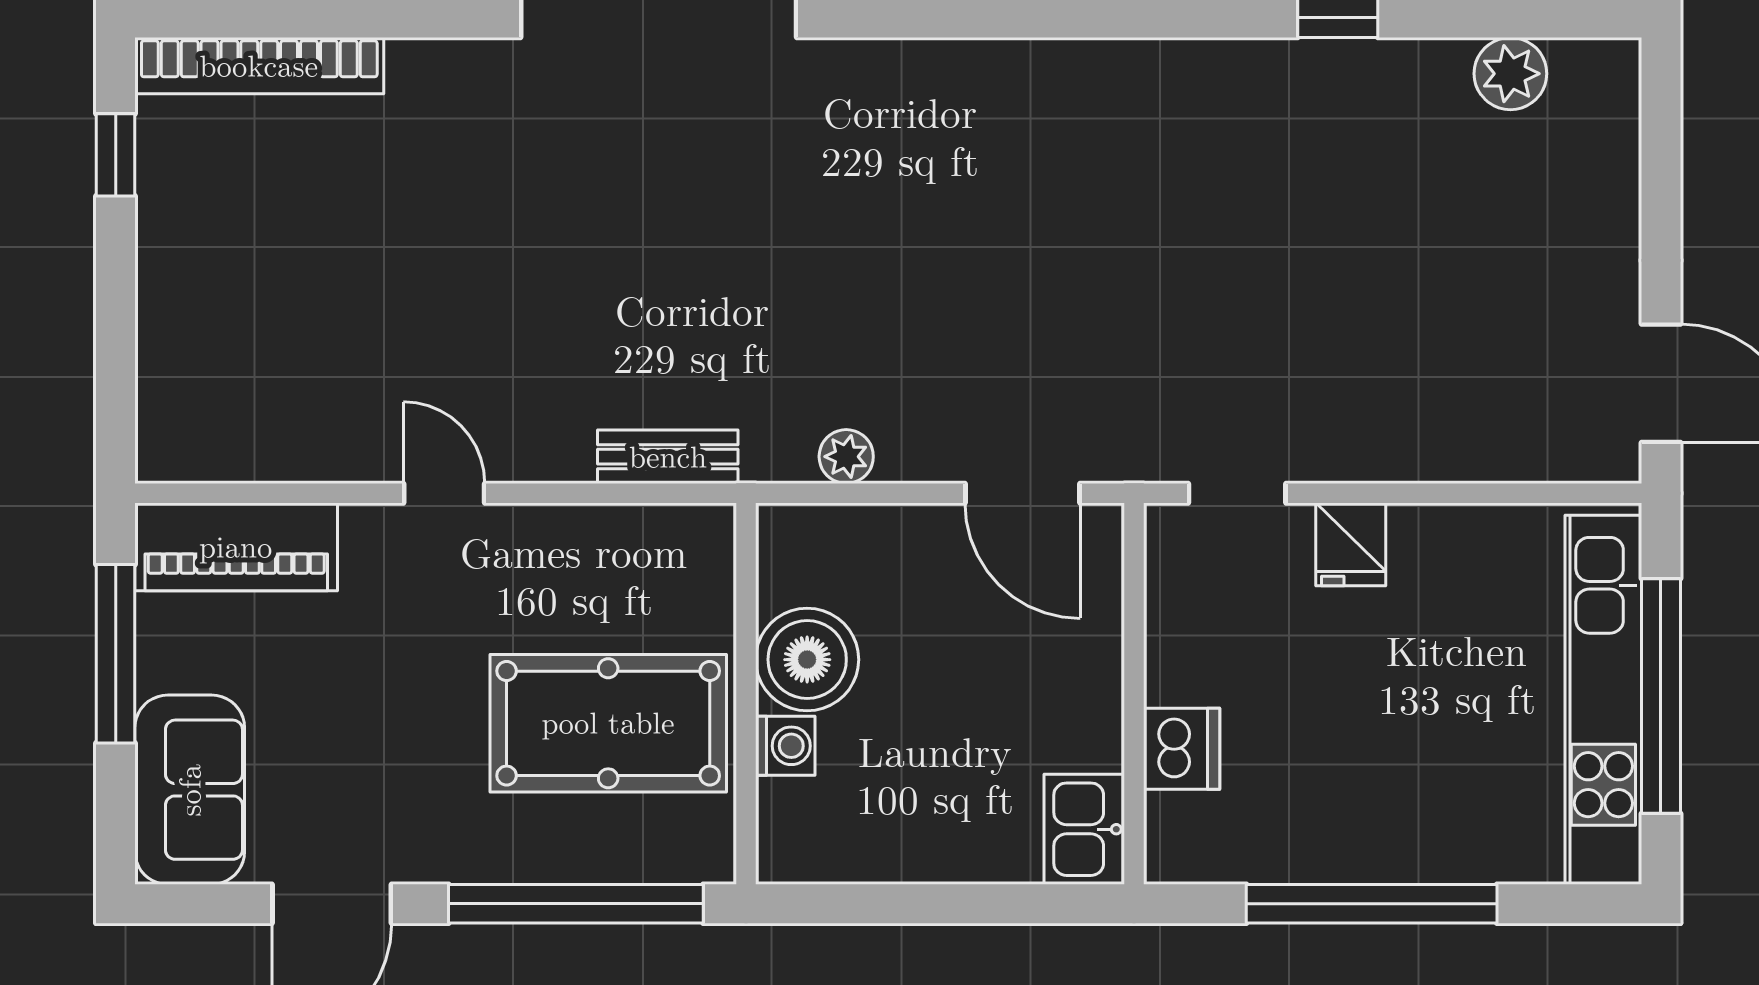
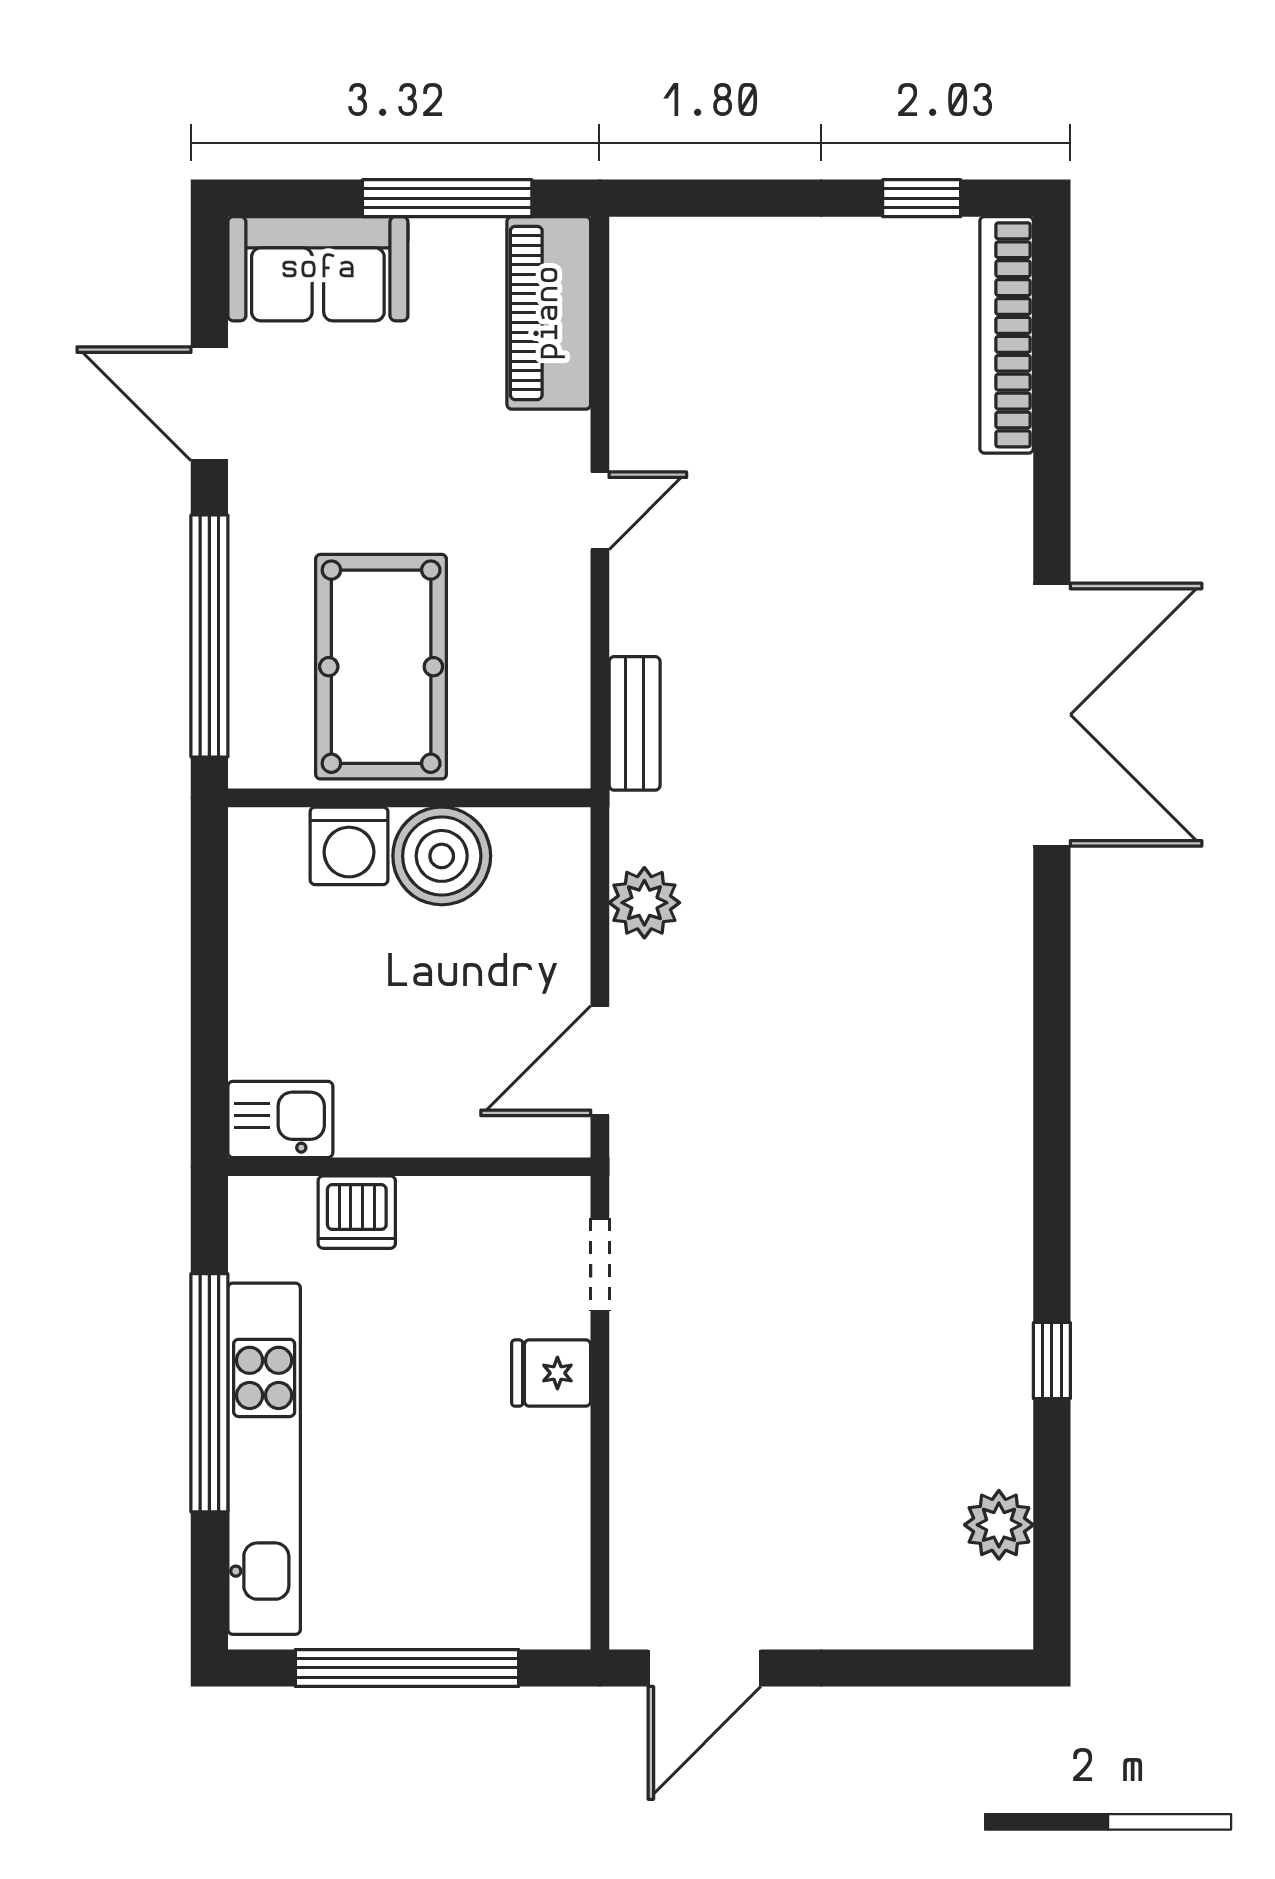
plant: (846, 457) -> (644, 903), width x1.38, depth x1.38
kitchen unit: (1603, 700) -> (264, 1459), moved, turned 90
washing machine: (785, 746) -> (349, 846), width x1.38, depth x1.38

